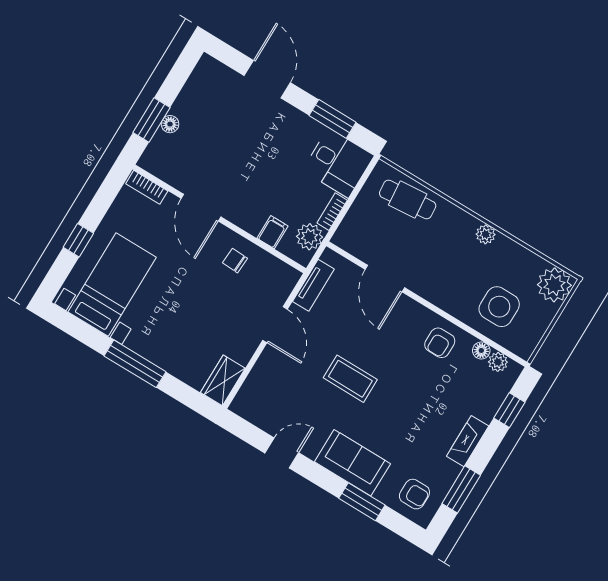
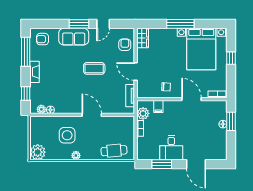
desk: (338, 163) -> (171, 148), moved, turned -90
door: (385, 279) -> (92, 115), moved
bed with nightstands: (112, 285) -> (201, 49), width x1.36
side table: (499, 307) -> (67, 135), moved
armchair: (440, 343) -> (125, 45), moved
window: (461, 489) -> (26, 52), width x1.44
window: (362, 502) -> (79, 24), moved

